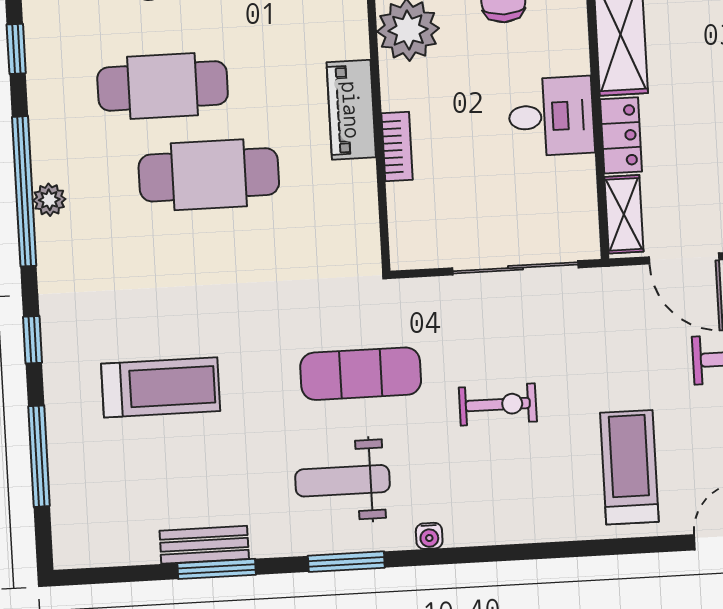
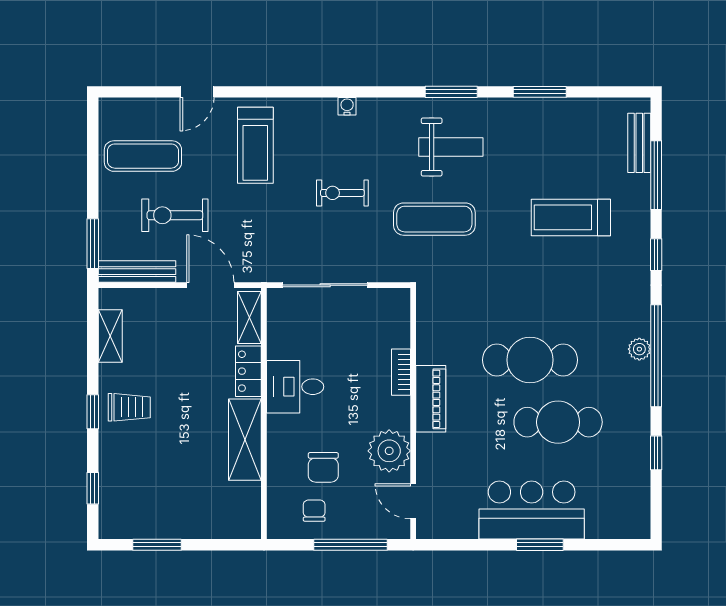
water cooler: (429, 536) -> (347, 106), moved
bench: (204, 545) -> (639, 143), moved, turned 90

